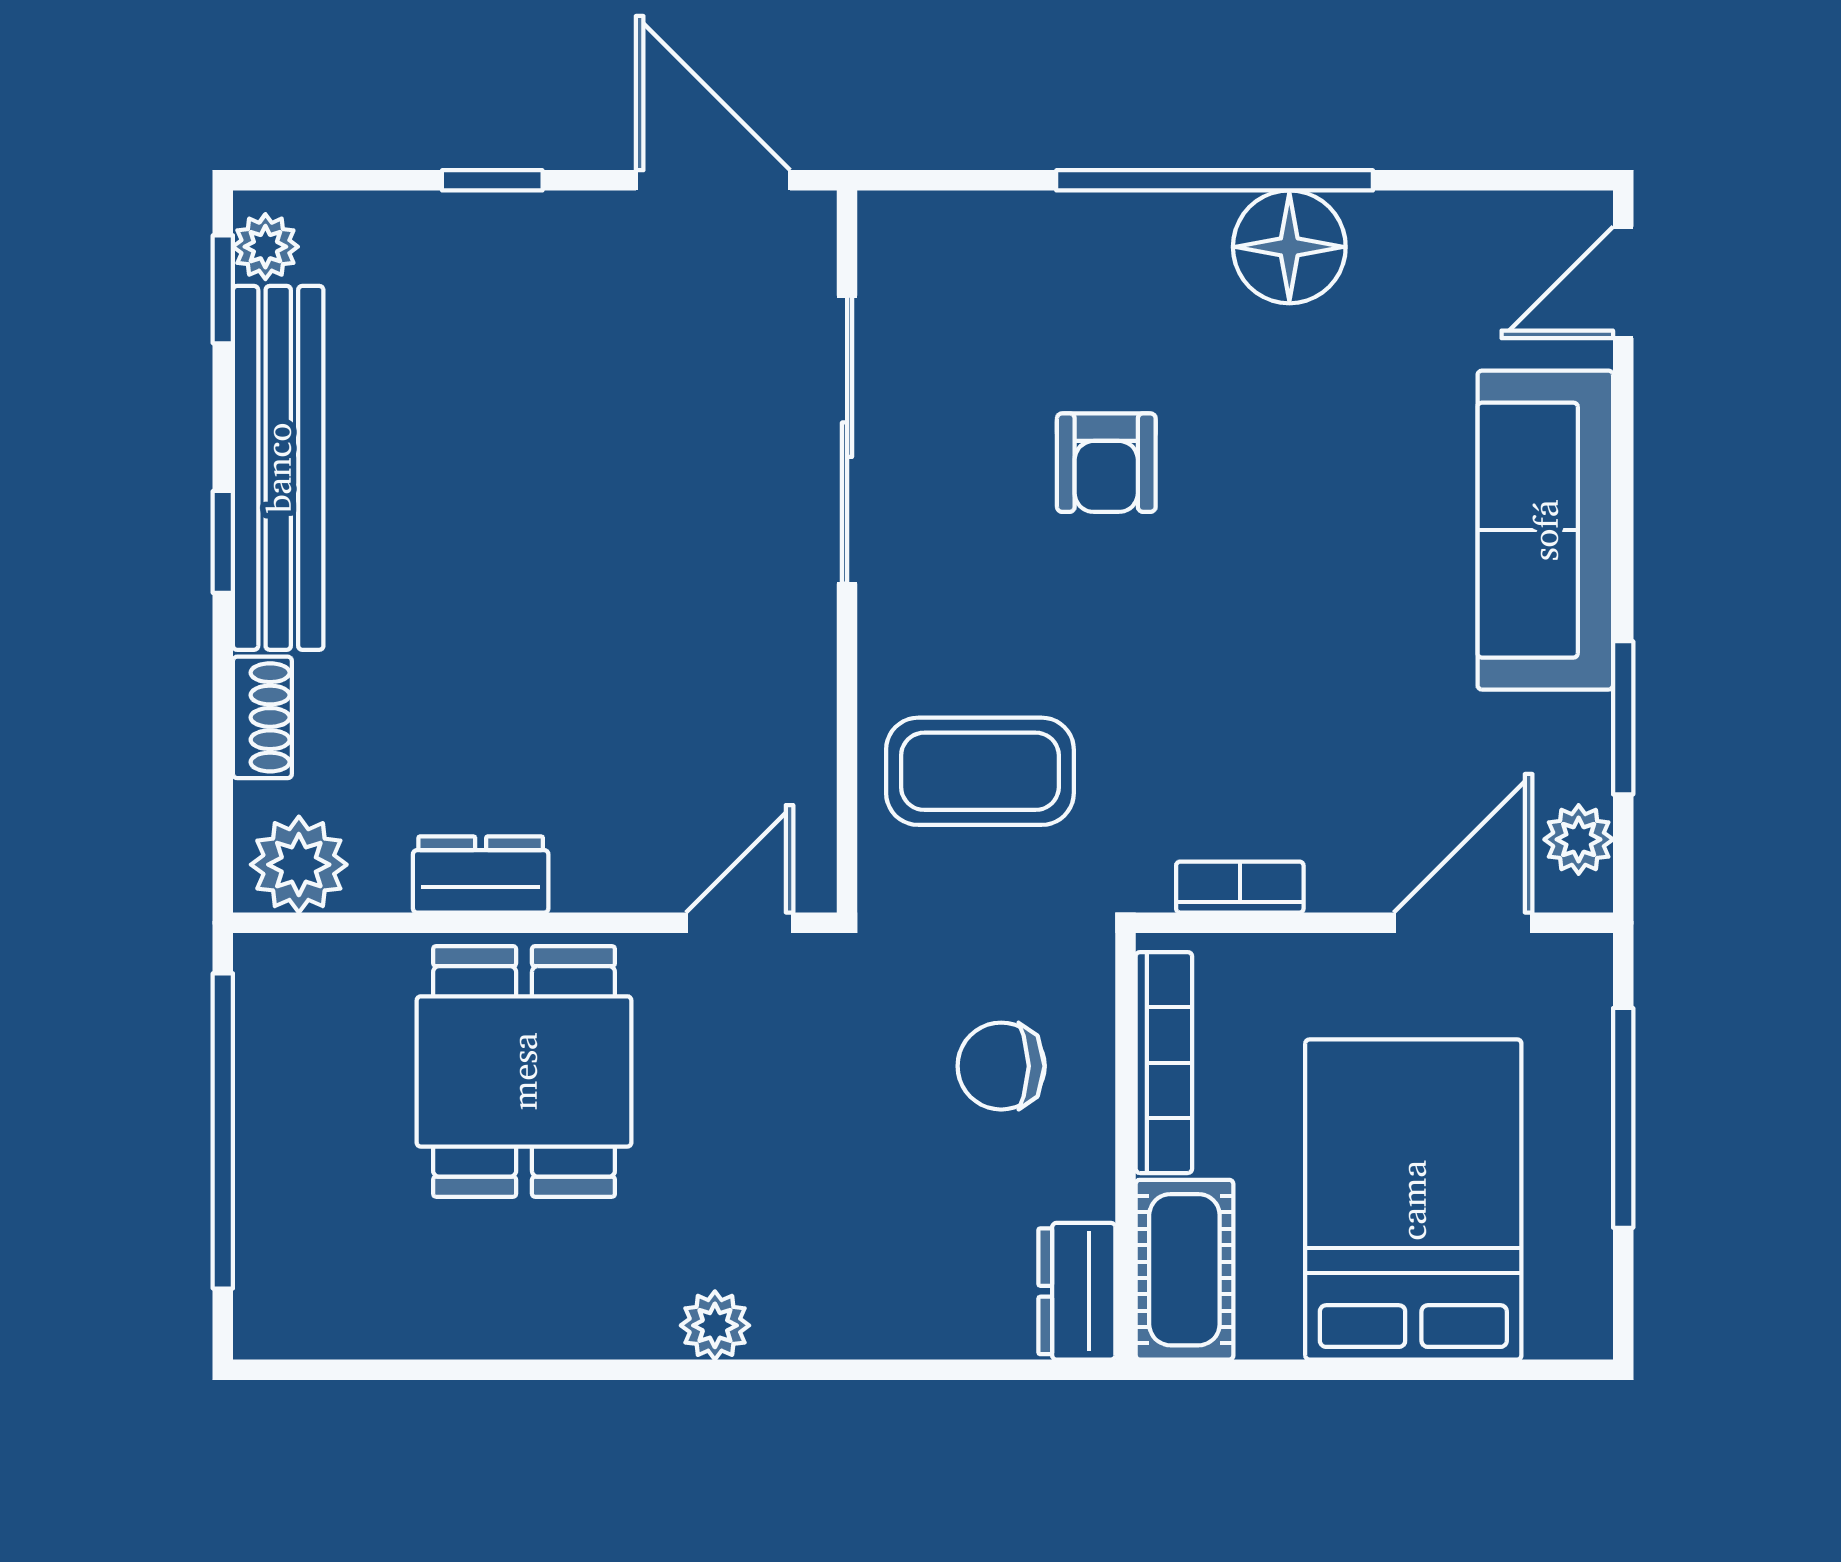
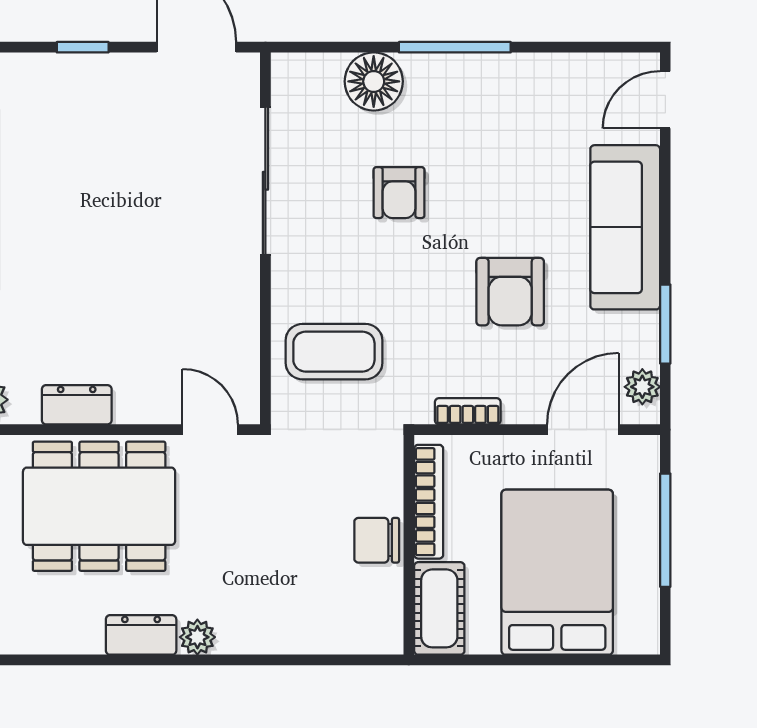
window: (1215, 180) -> (455, 47), width x0.68
floor lamp: (1289, 247) -> (374, 81), moved
armchair: (1322, 655) -> (510, 292), added
door: (740, 923) -> (210, 430), hinge flipped
chair: (1001, 1066) -> (377, 540), moved
dining table: (524, 1071) -> (99, 506), width x1.38
dresser: (1077, 1291) -> (141, 635), moved, turned 90

